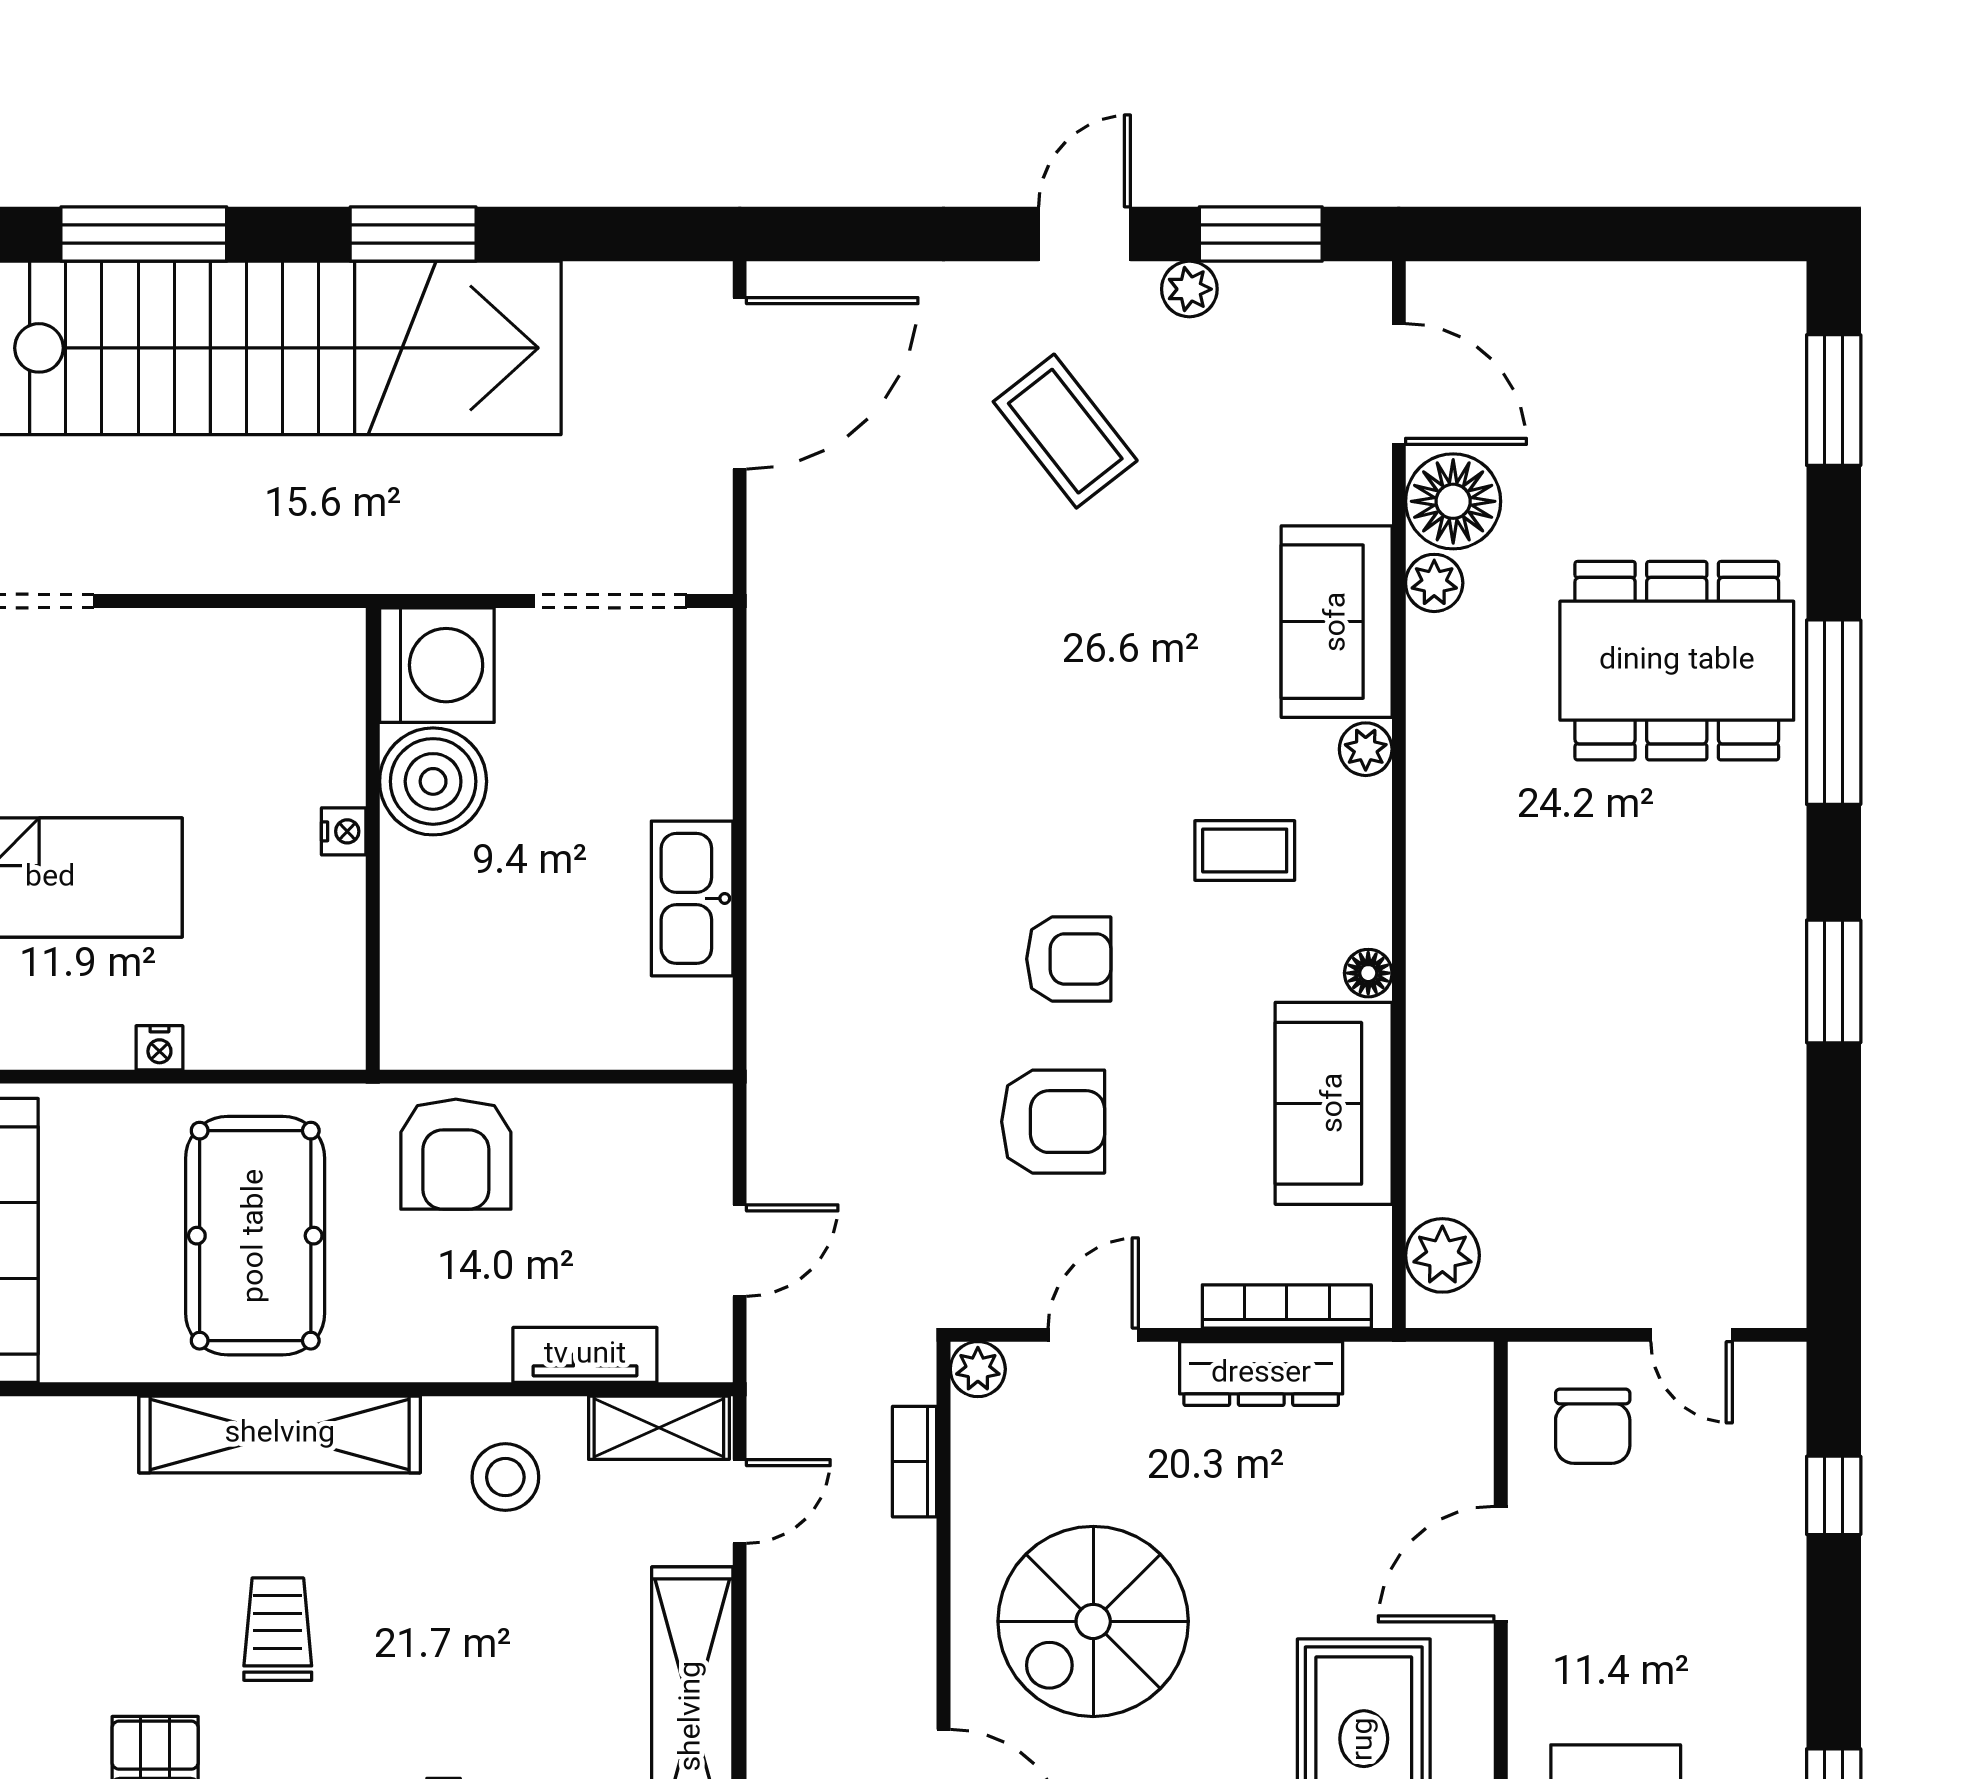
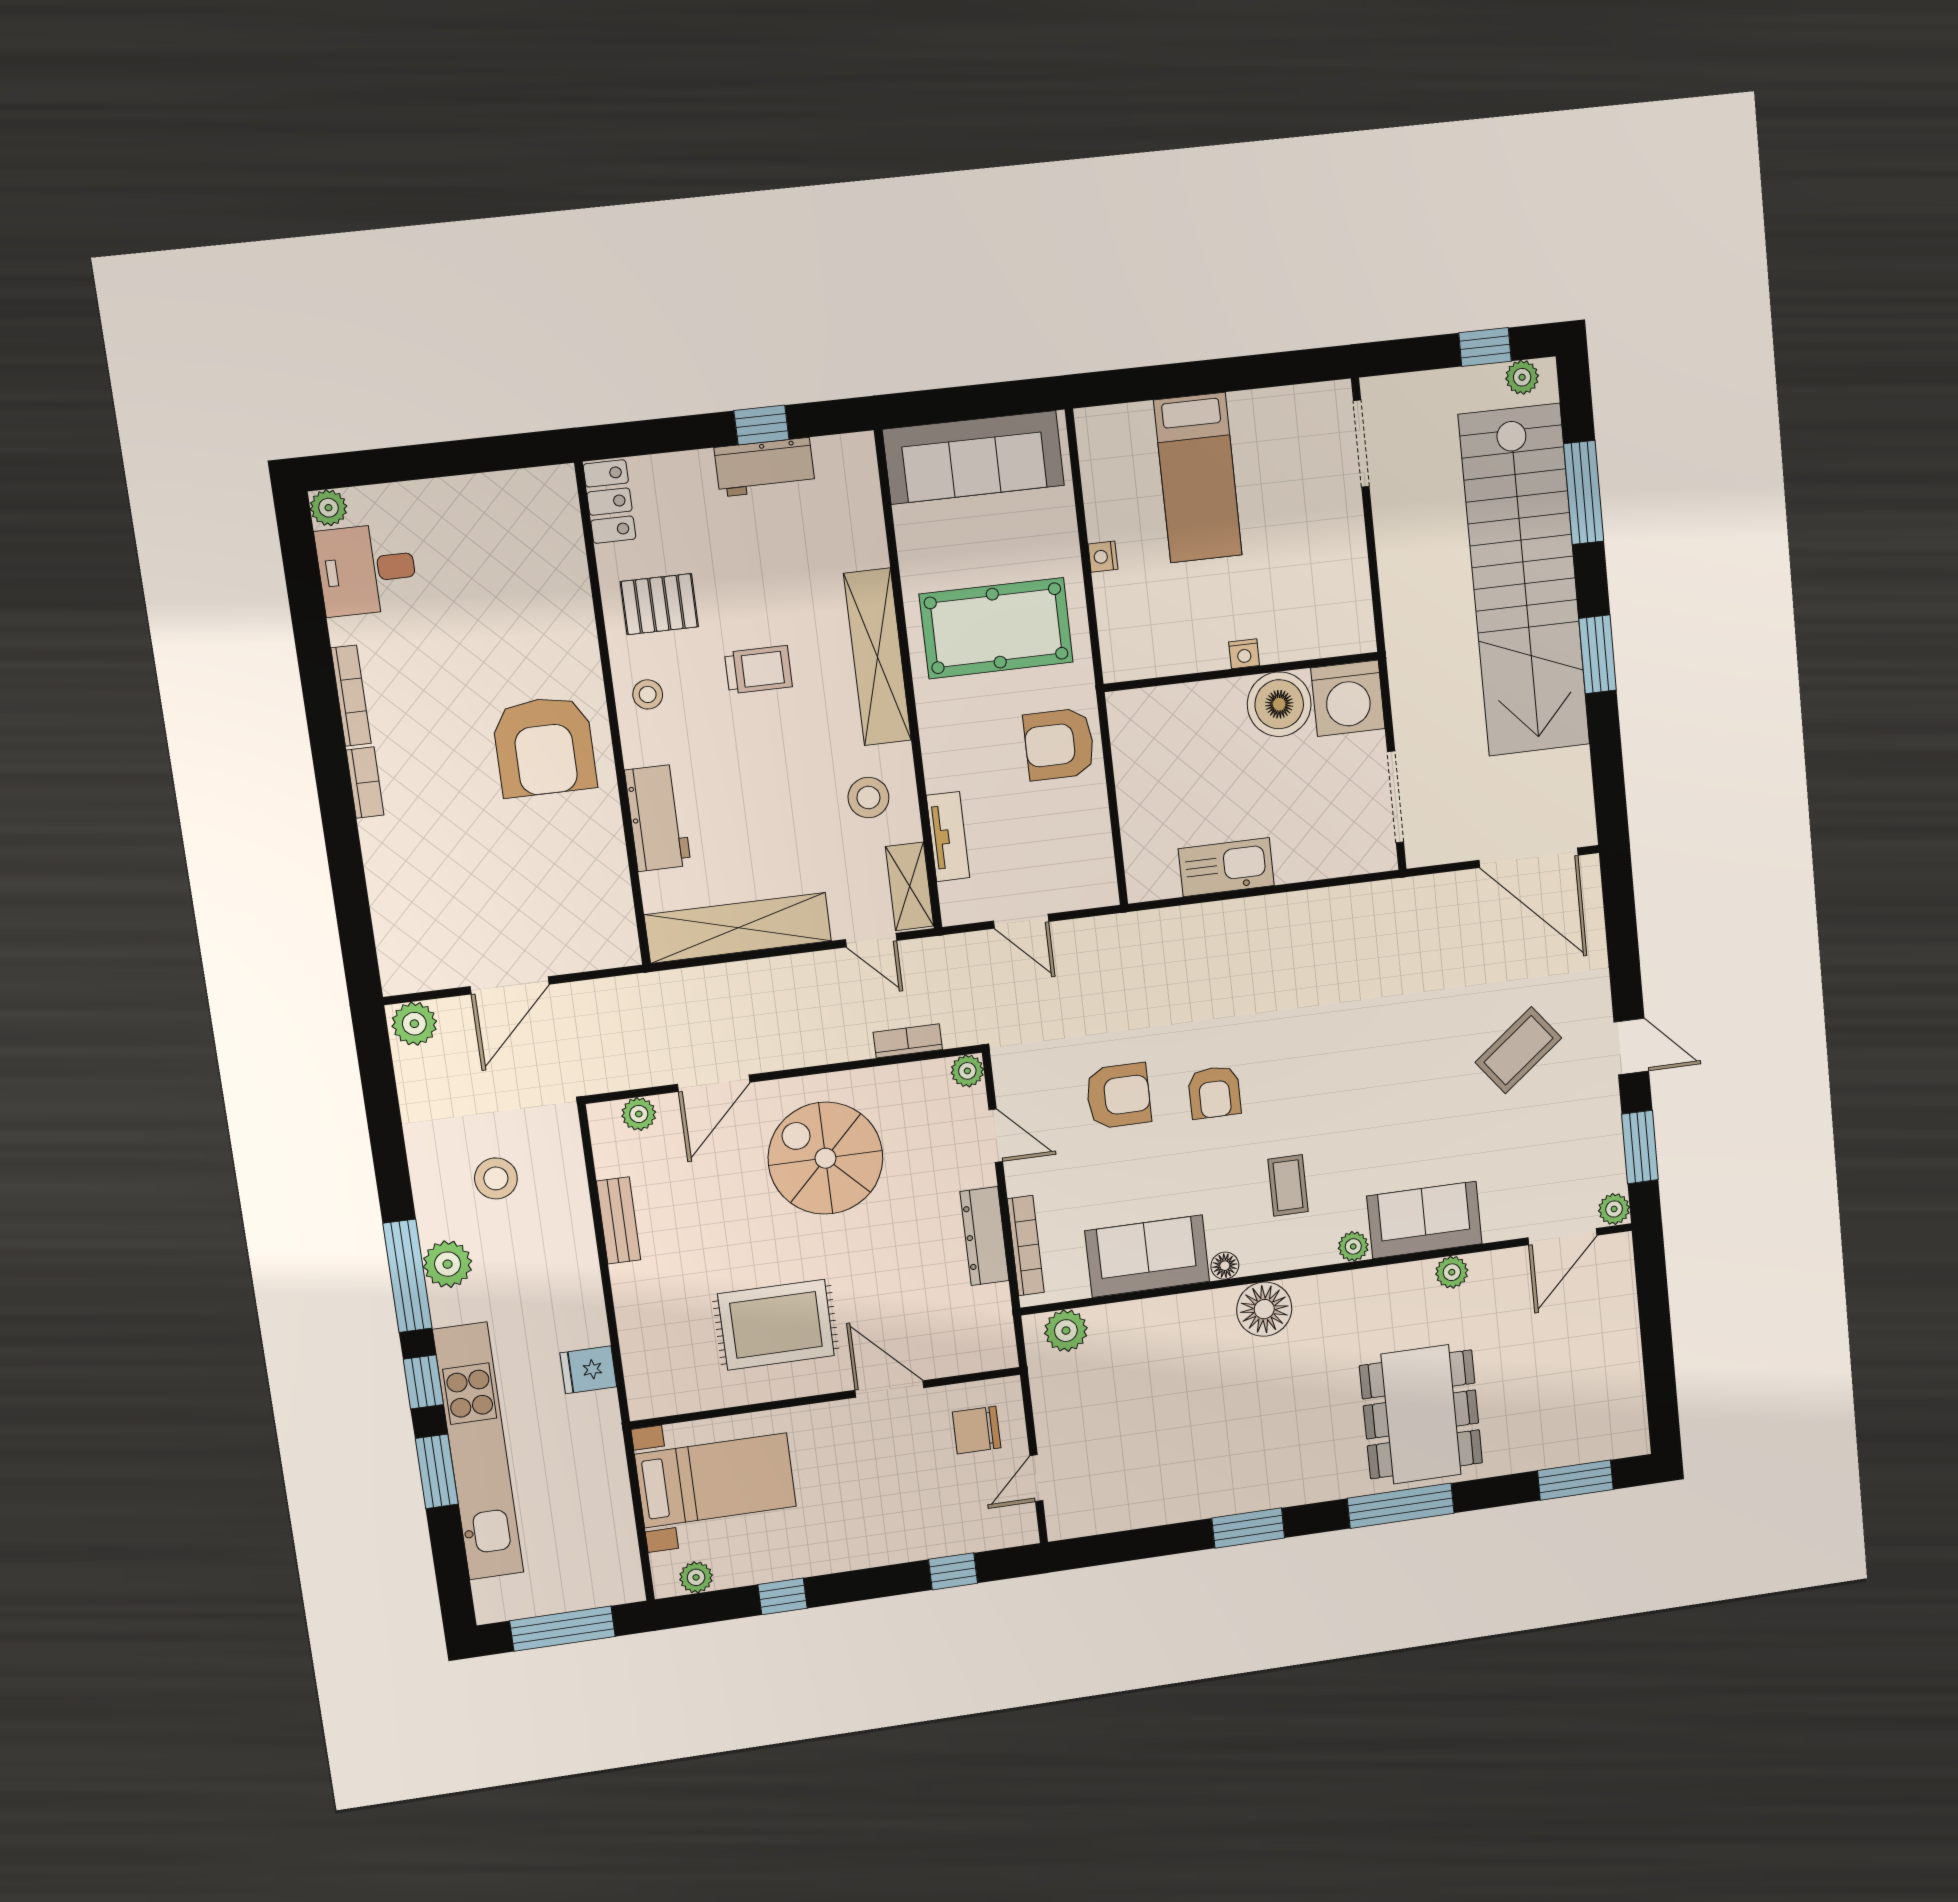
plant: (1189, 289) -> (1614, 1209), moved
floor lamp: (1453, 501) -> (1264, 1309), moved
armchair: (1053, 1122) -> (1118, 1096), turned -90

